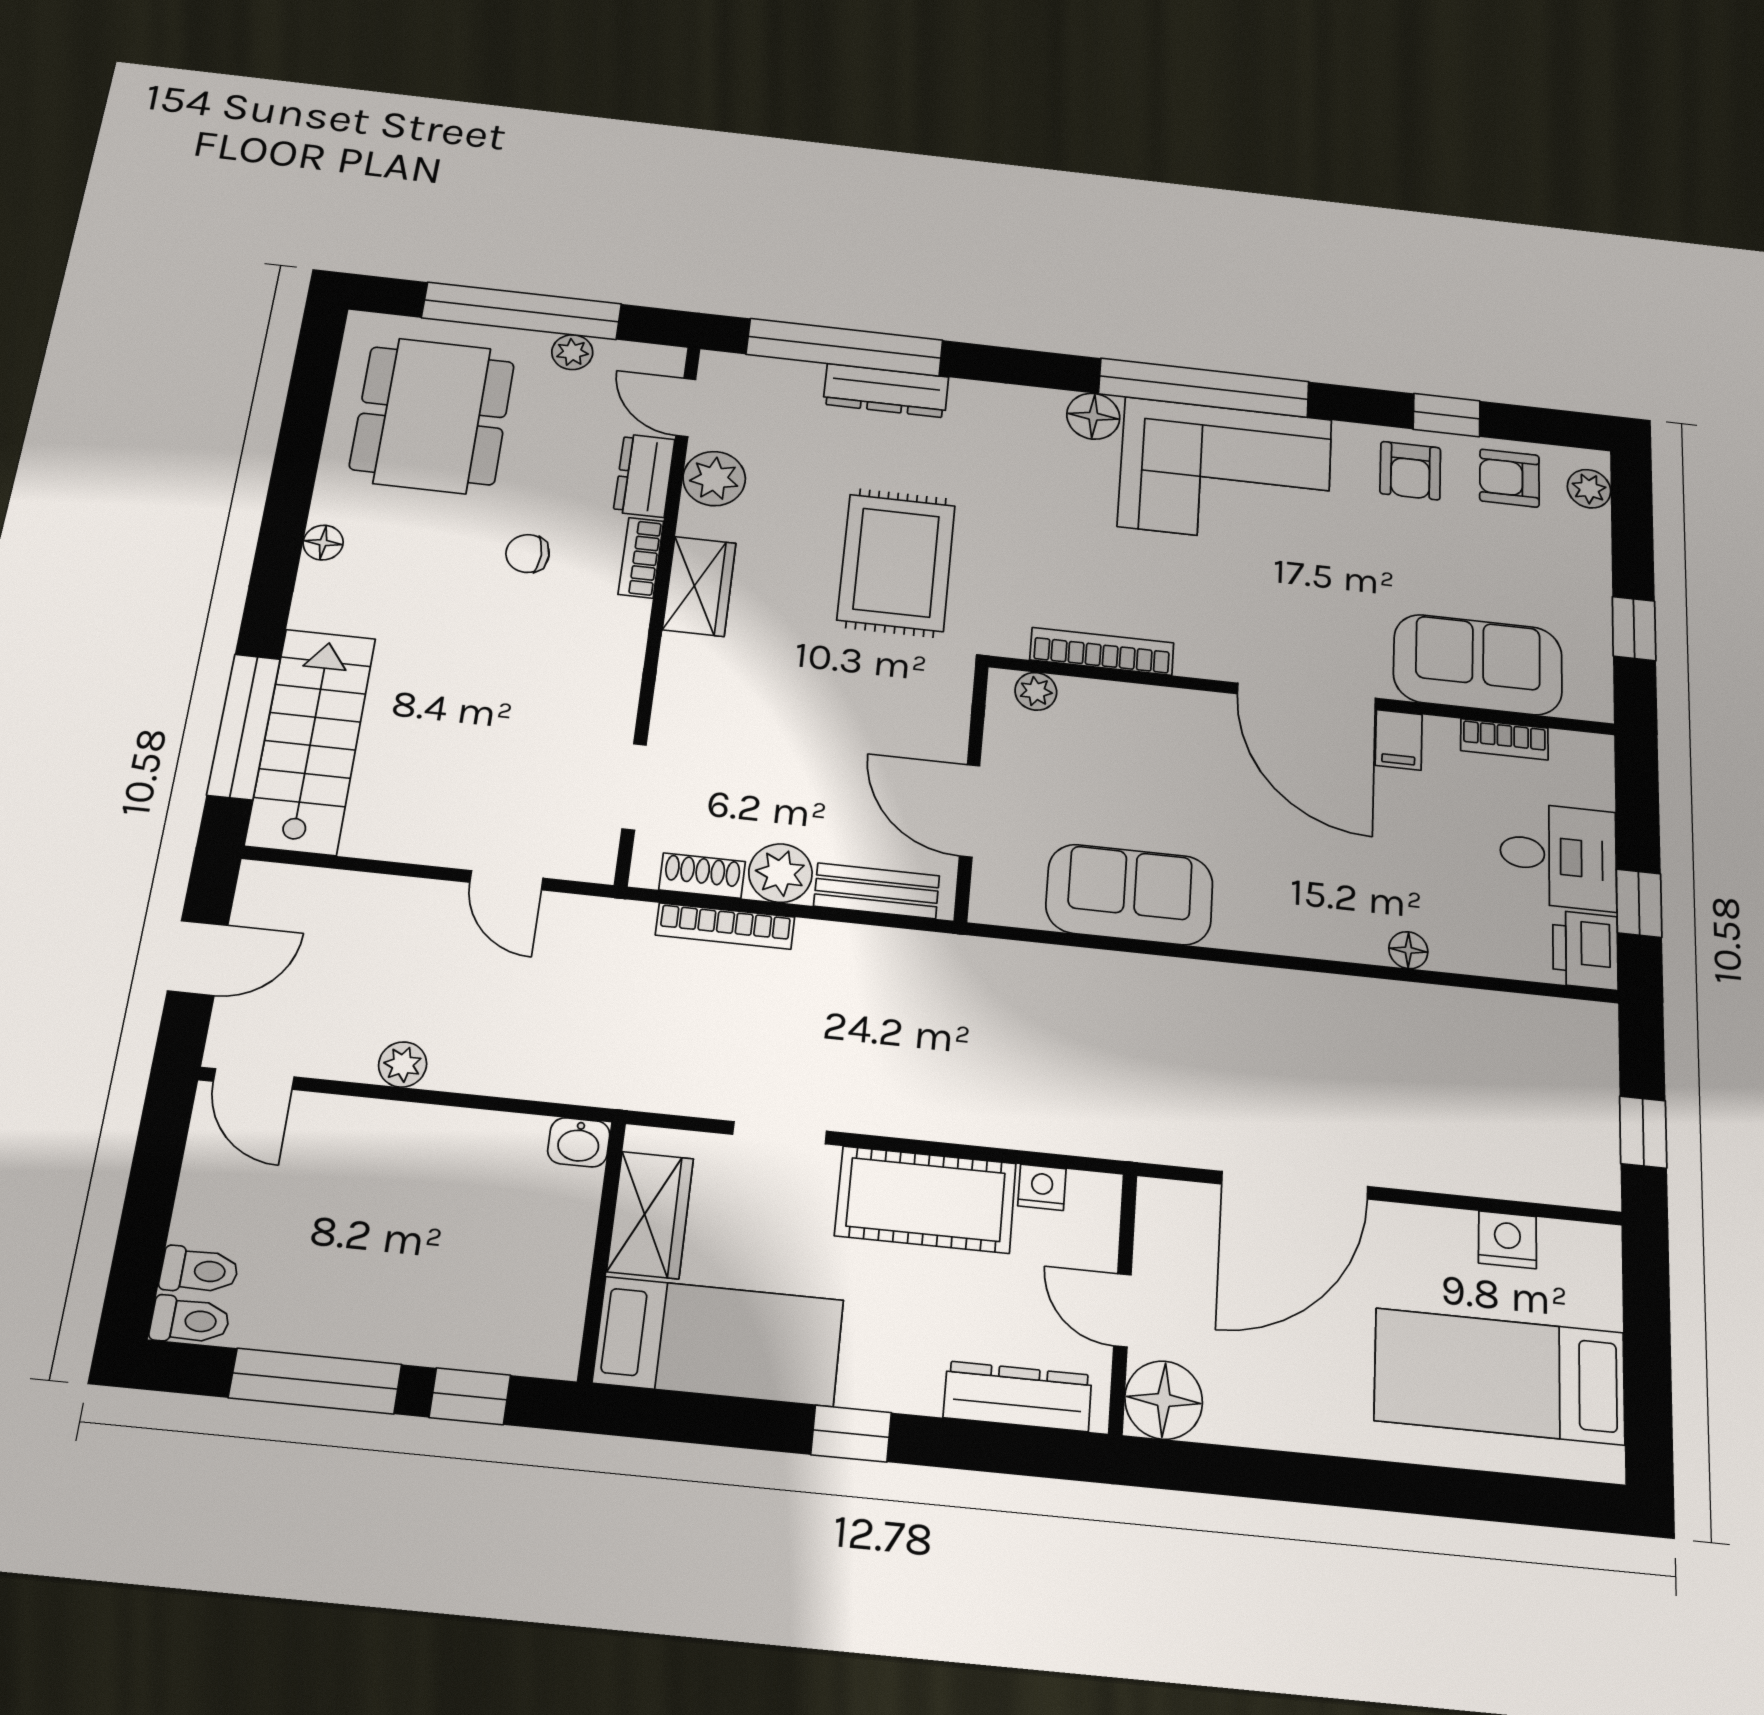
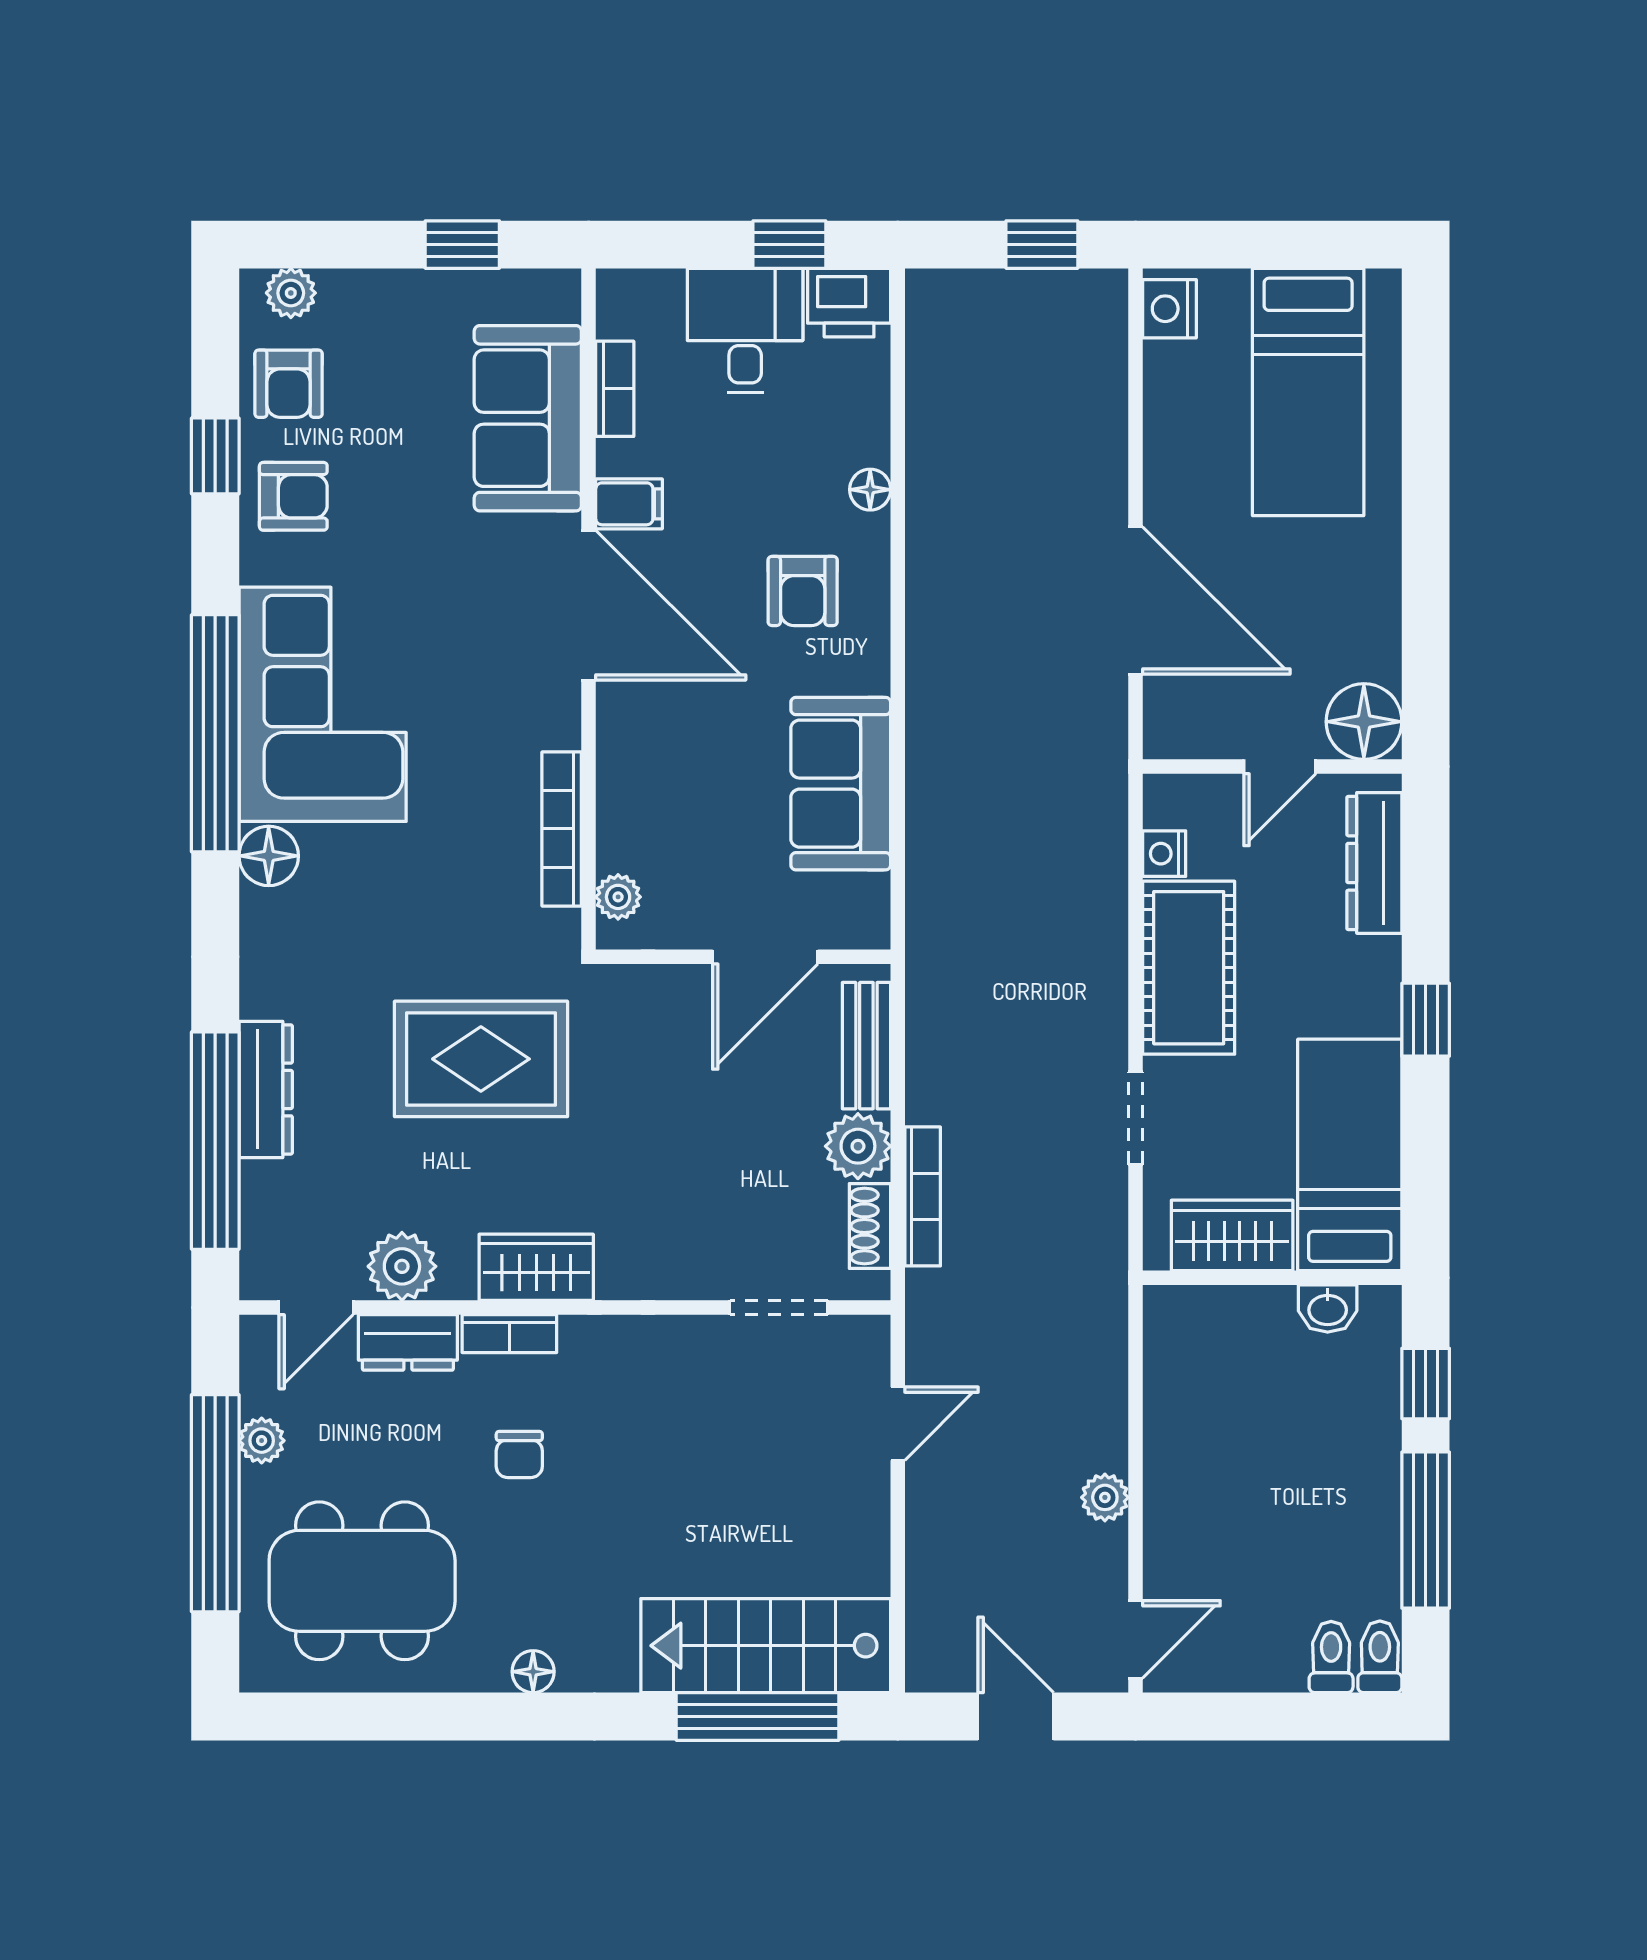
door: (1307, 696) -> (589, 605), hinge flipped
armchair: (1314, 880) -> (803, 591), added
washbasin: (579, 1142) -> (1328, 1309), moved, turned 90
nightstand: (1507, 1240) -> (1169, 309), moved

